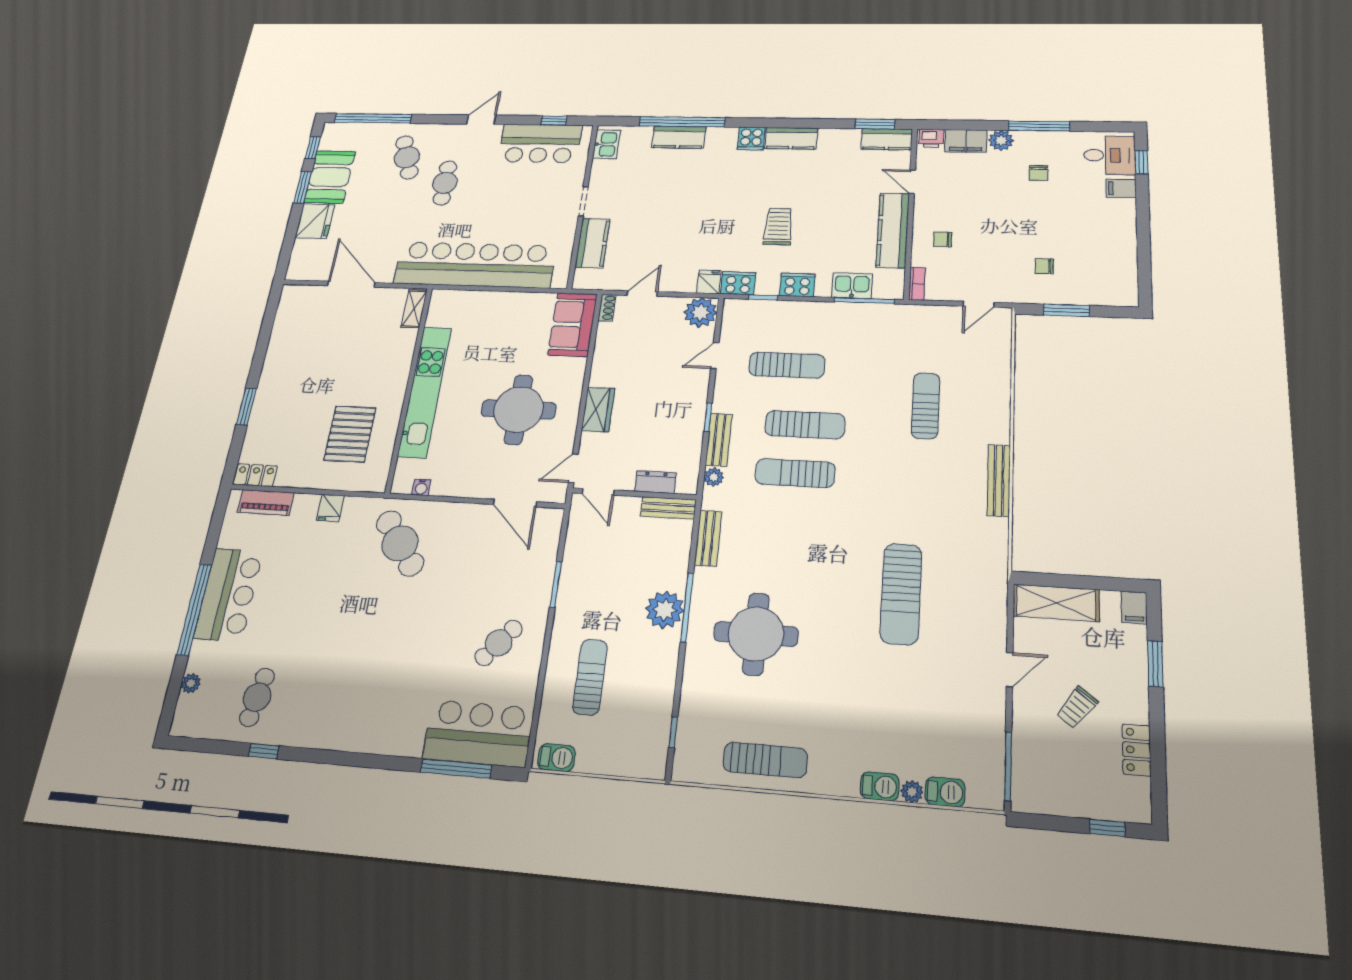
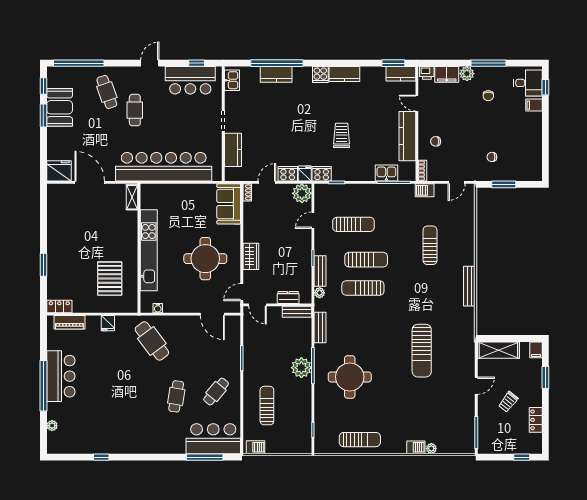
fridge: (315, 221) -> (59, 171), moved, turned -90
cooker: (797, 285) -> (288, 174), moved
cafe table: (257, 697) -> (176, 396), moved
barbecue: (945, 792) -> (425, 190), moved, turned 180

